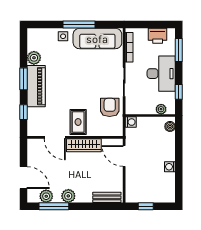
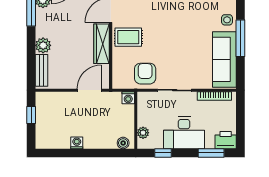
printer: (158, 36) -> (226, 140), moved, turned 90
armchair: (110, 107) -> (145, 74), turned -90
plant: (68, 196) -> (43, 45), moved

